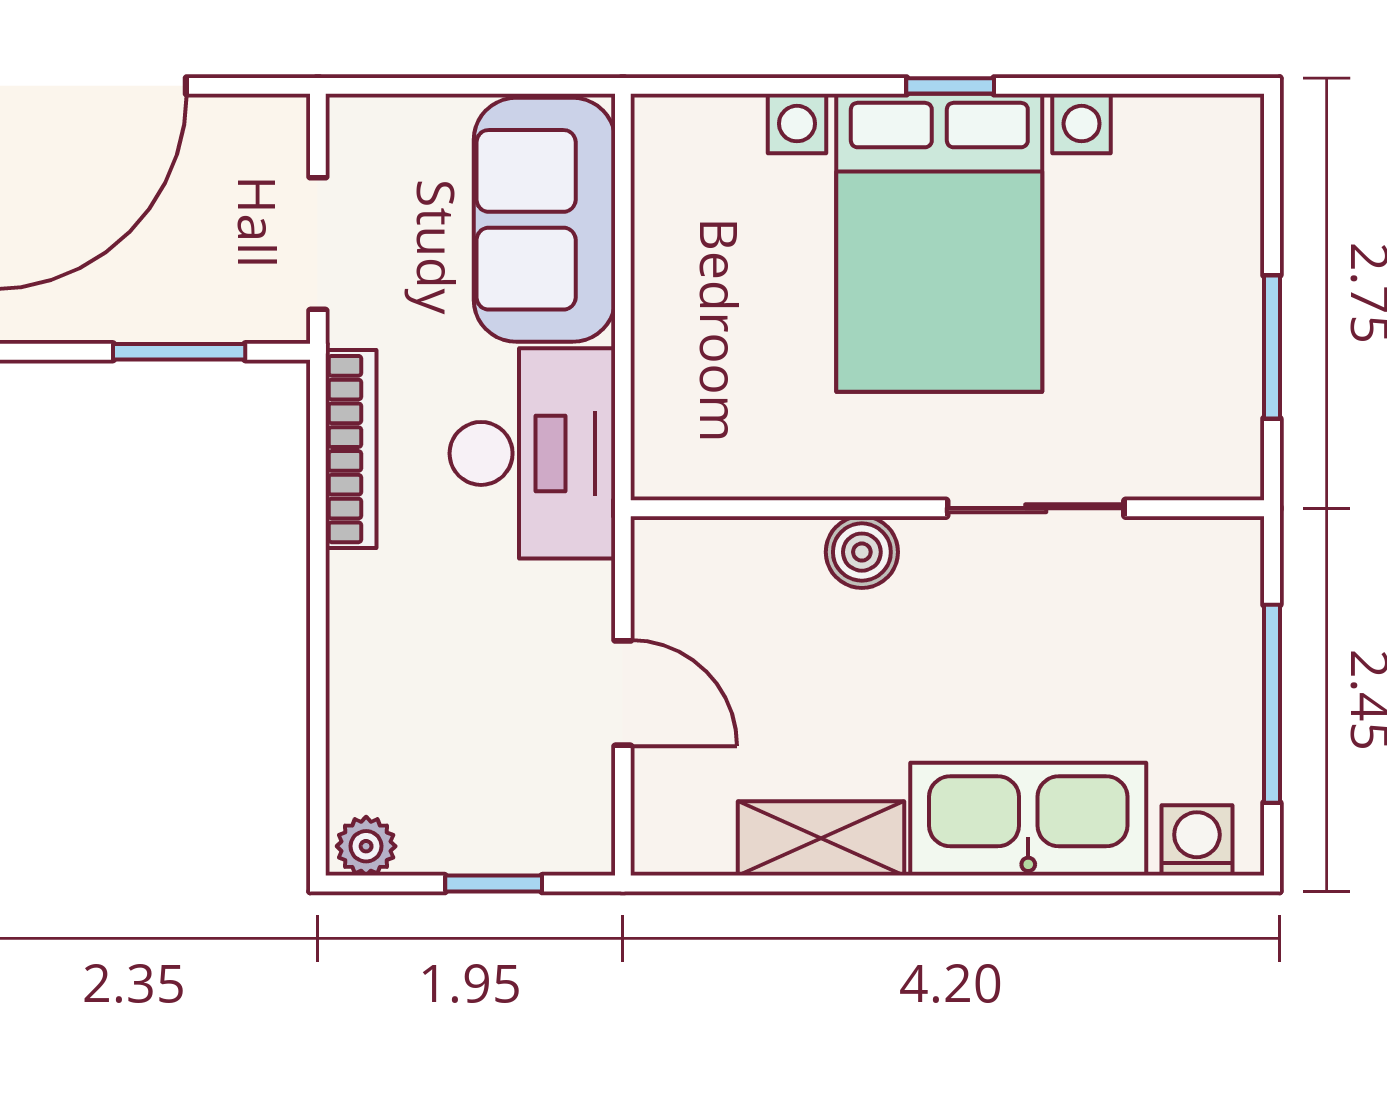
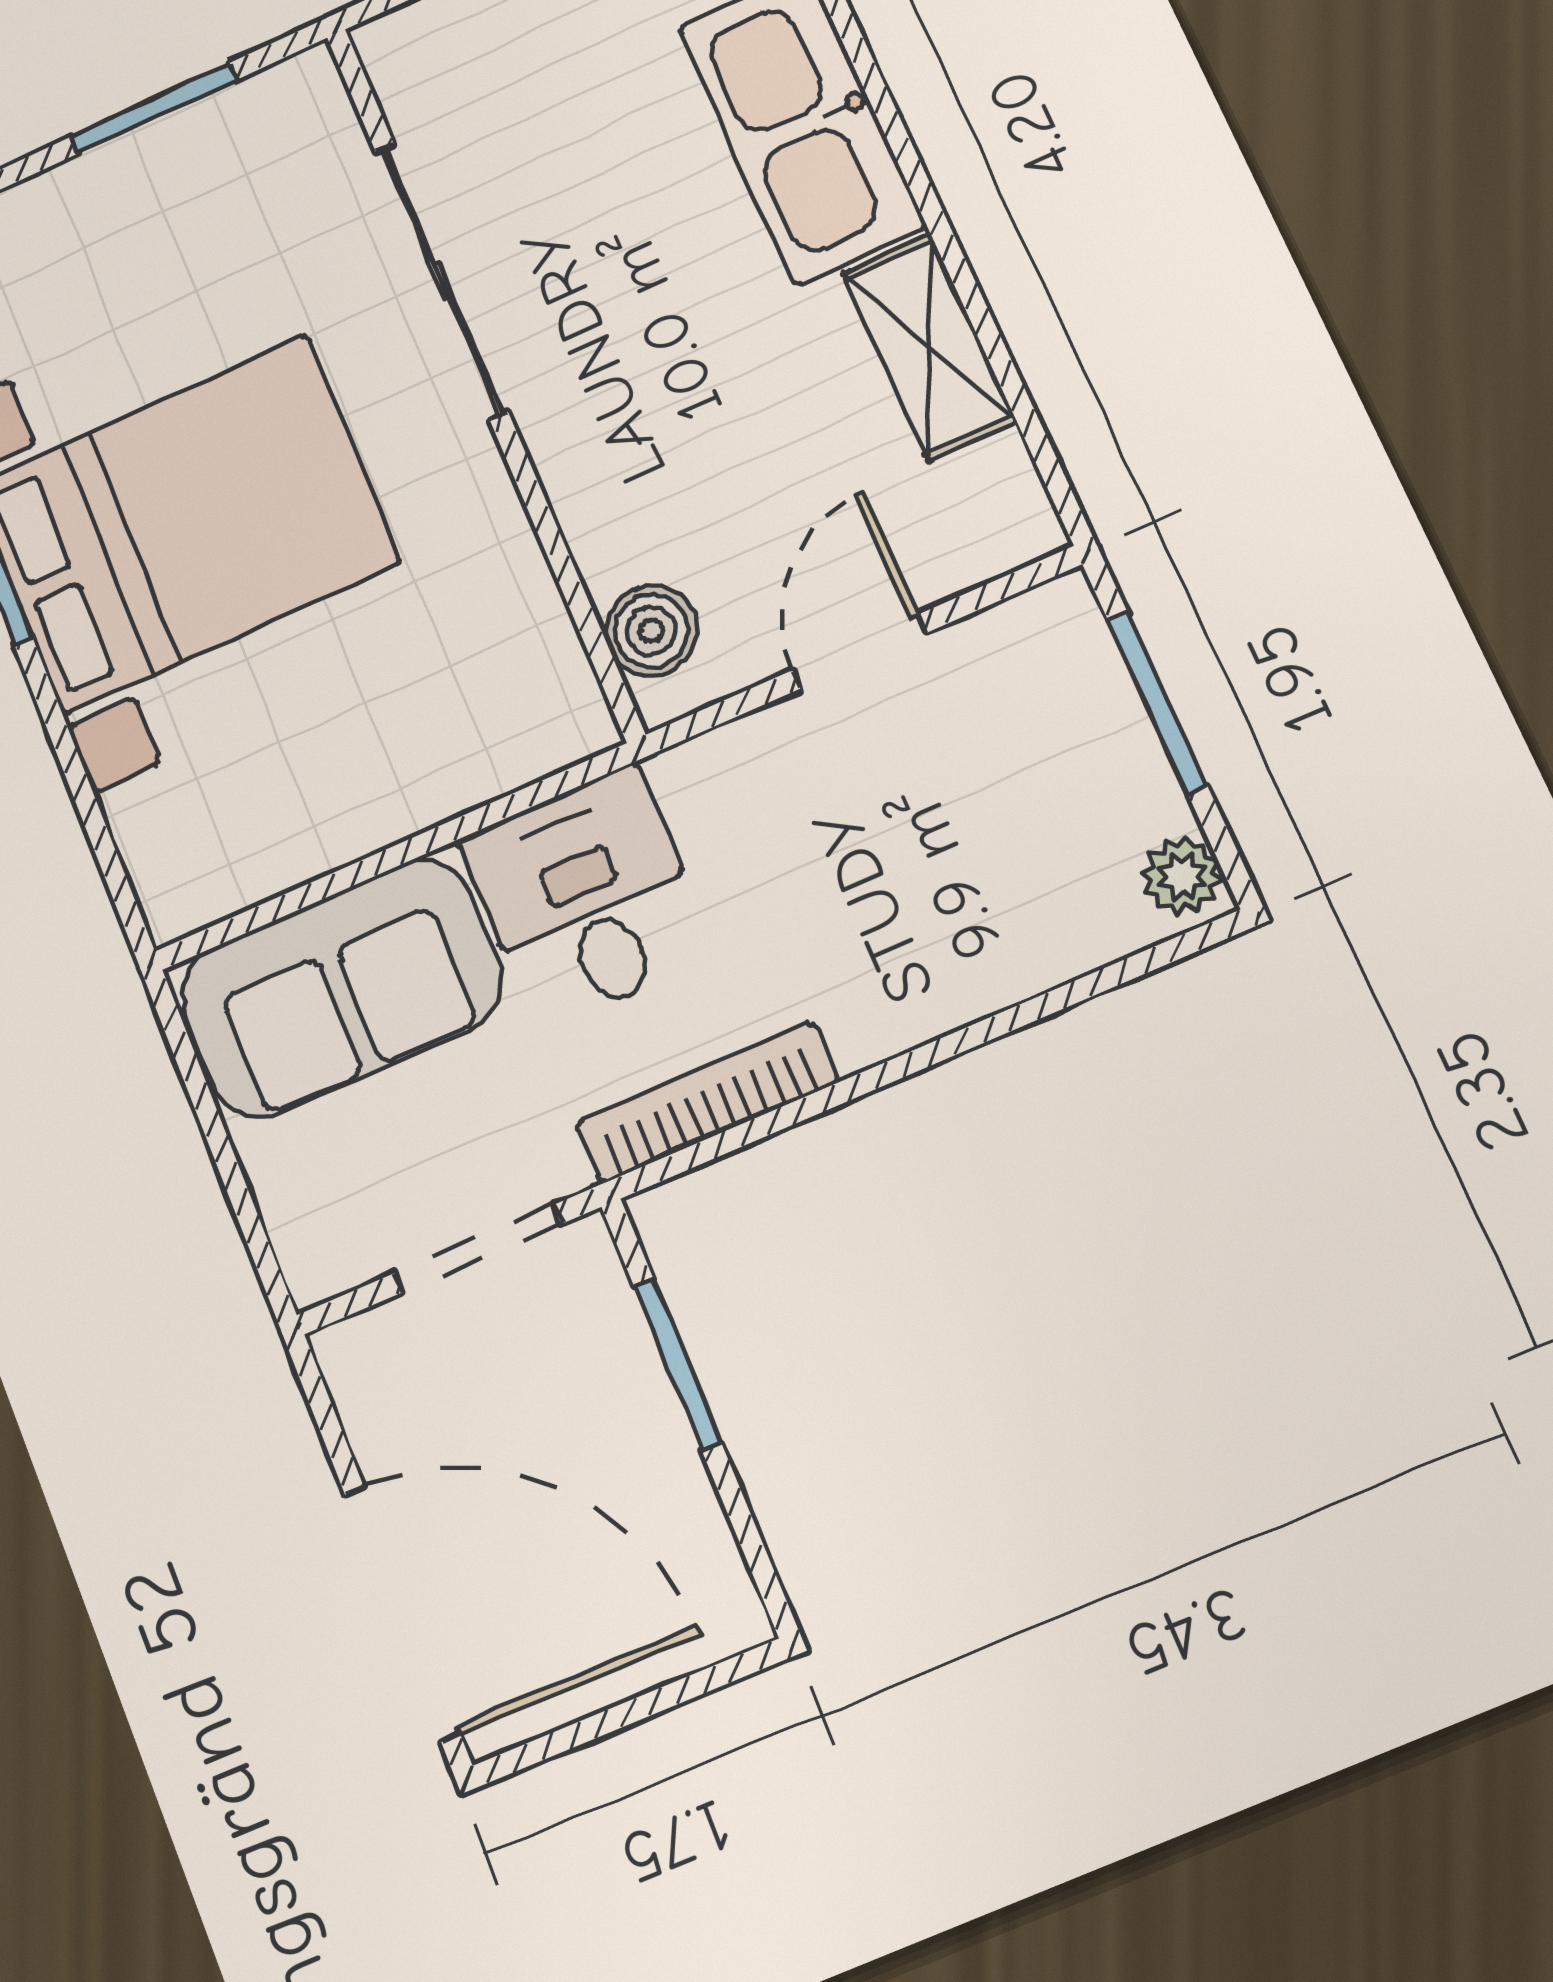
desk: (532, 453) -> (587, 898), width x0.73
sliding door: (1036, 508) -> (441, 281), width x1.37
boiler: (862, 552) -> (651, 631), moved
window: (494, 884) -> (1158, 703), width x1.50

